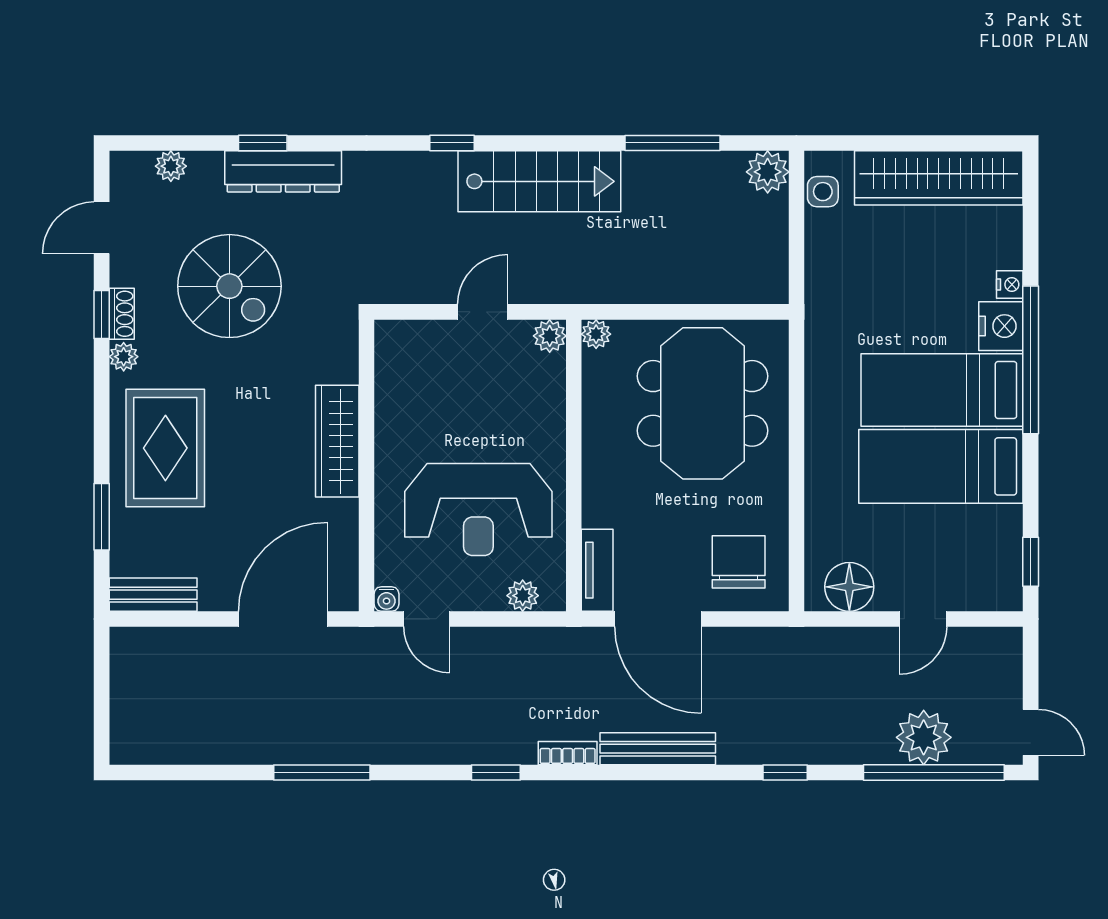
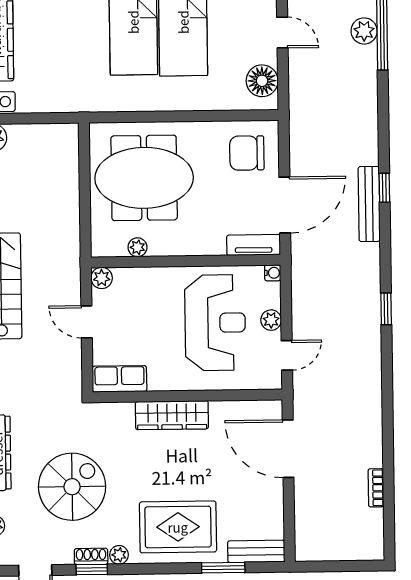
plant: (596, 334) -> (137, 247), moved
row of seats: (394, 361) -> (119, 379), added
bench: (153, 595) -> (256, 551), moved, turned 90
plant: (523, 596) -> (271, 320), moved
water cooler: (386, 599) -> (273, 273), moved
plant: (924, 737) -> (364, 31), width x0.73, depth x0.73
bookcase: (568, 753) -> (376, 488), moved
window: (322, 773) -> (388, 422), removed
window: (785, 773) -> (384, 188), moved

